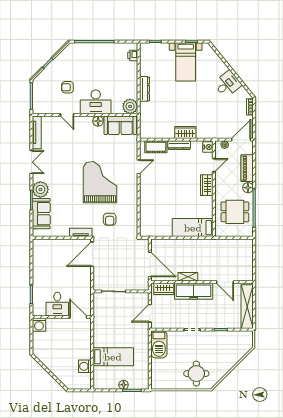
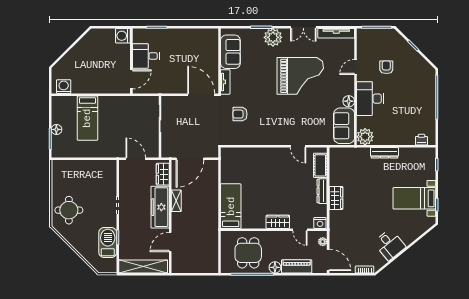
grand piano: (100, 182) -> (300, 76), moved
sofa: (41, 214) -> (230, 52), moved, turned -90
barbecue: (159, 344) -> (108, 243), moved, turned 90
washing machine: (85, 366) -> (64, 87), moved

